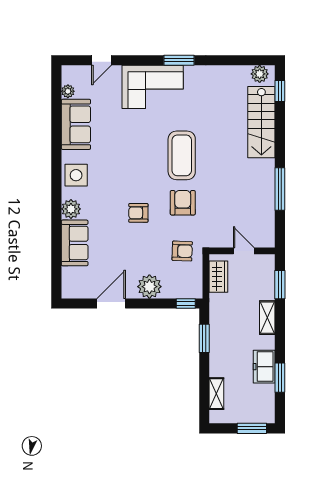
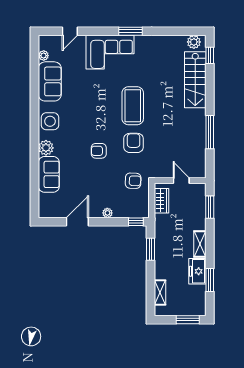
plant: (149, 287) -> (107, 213), width x0.53, depth x0.53
shelving: (267, 318) -> (200, 244), moved

